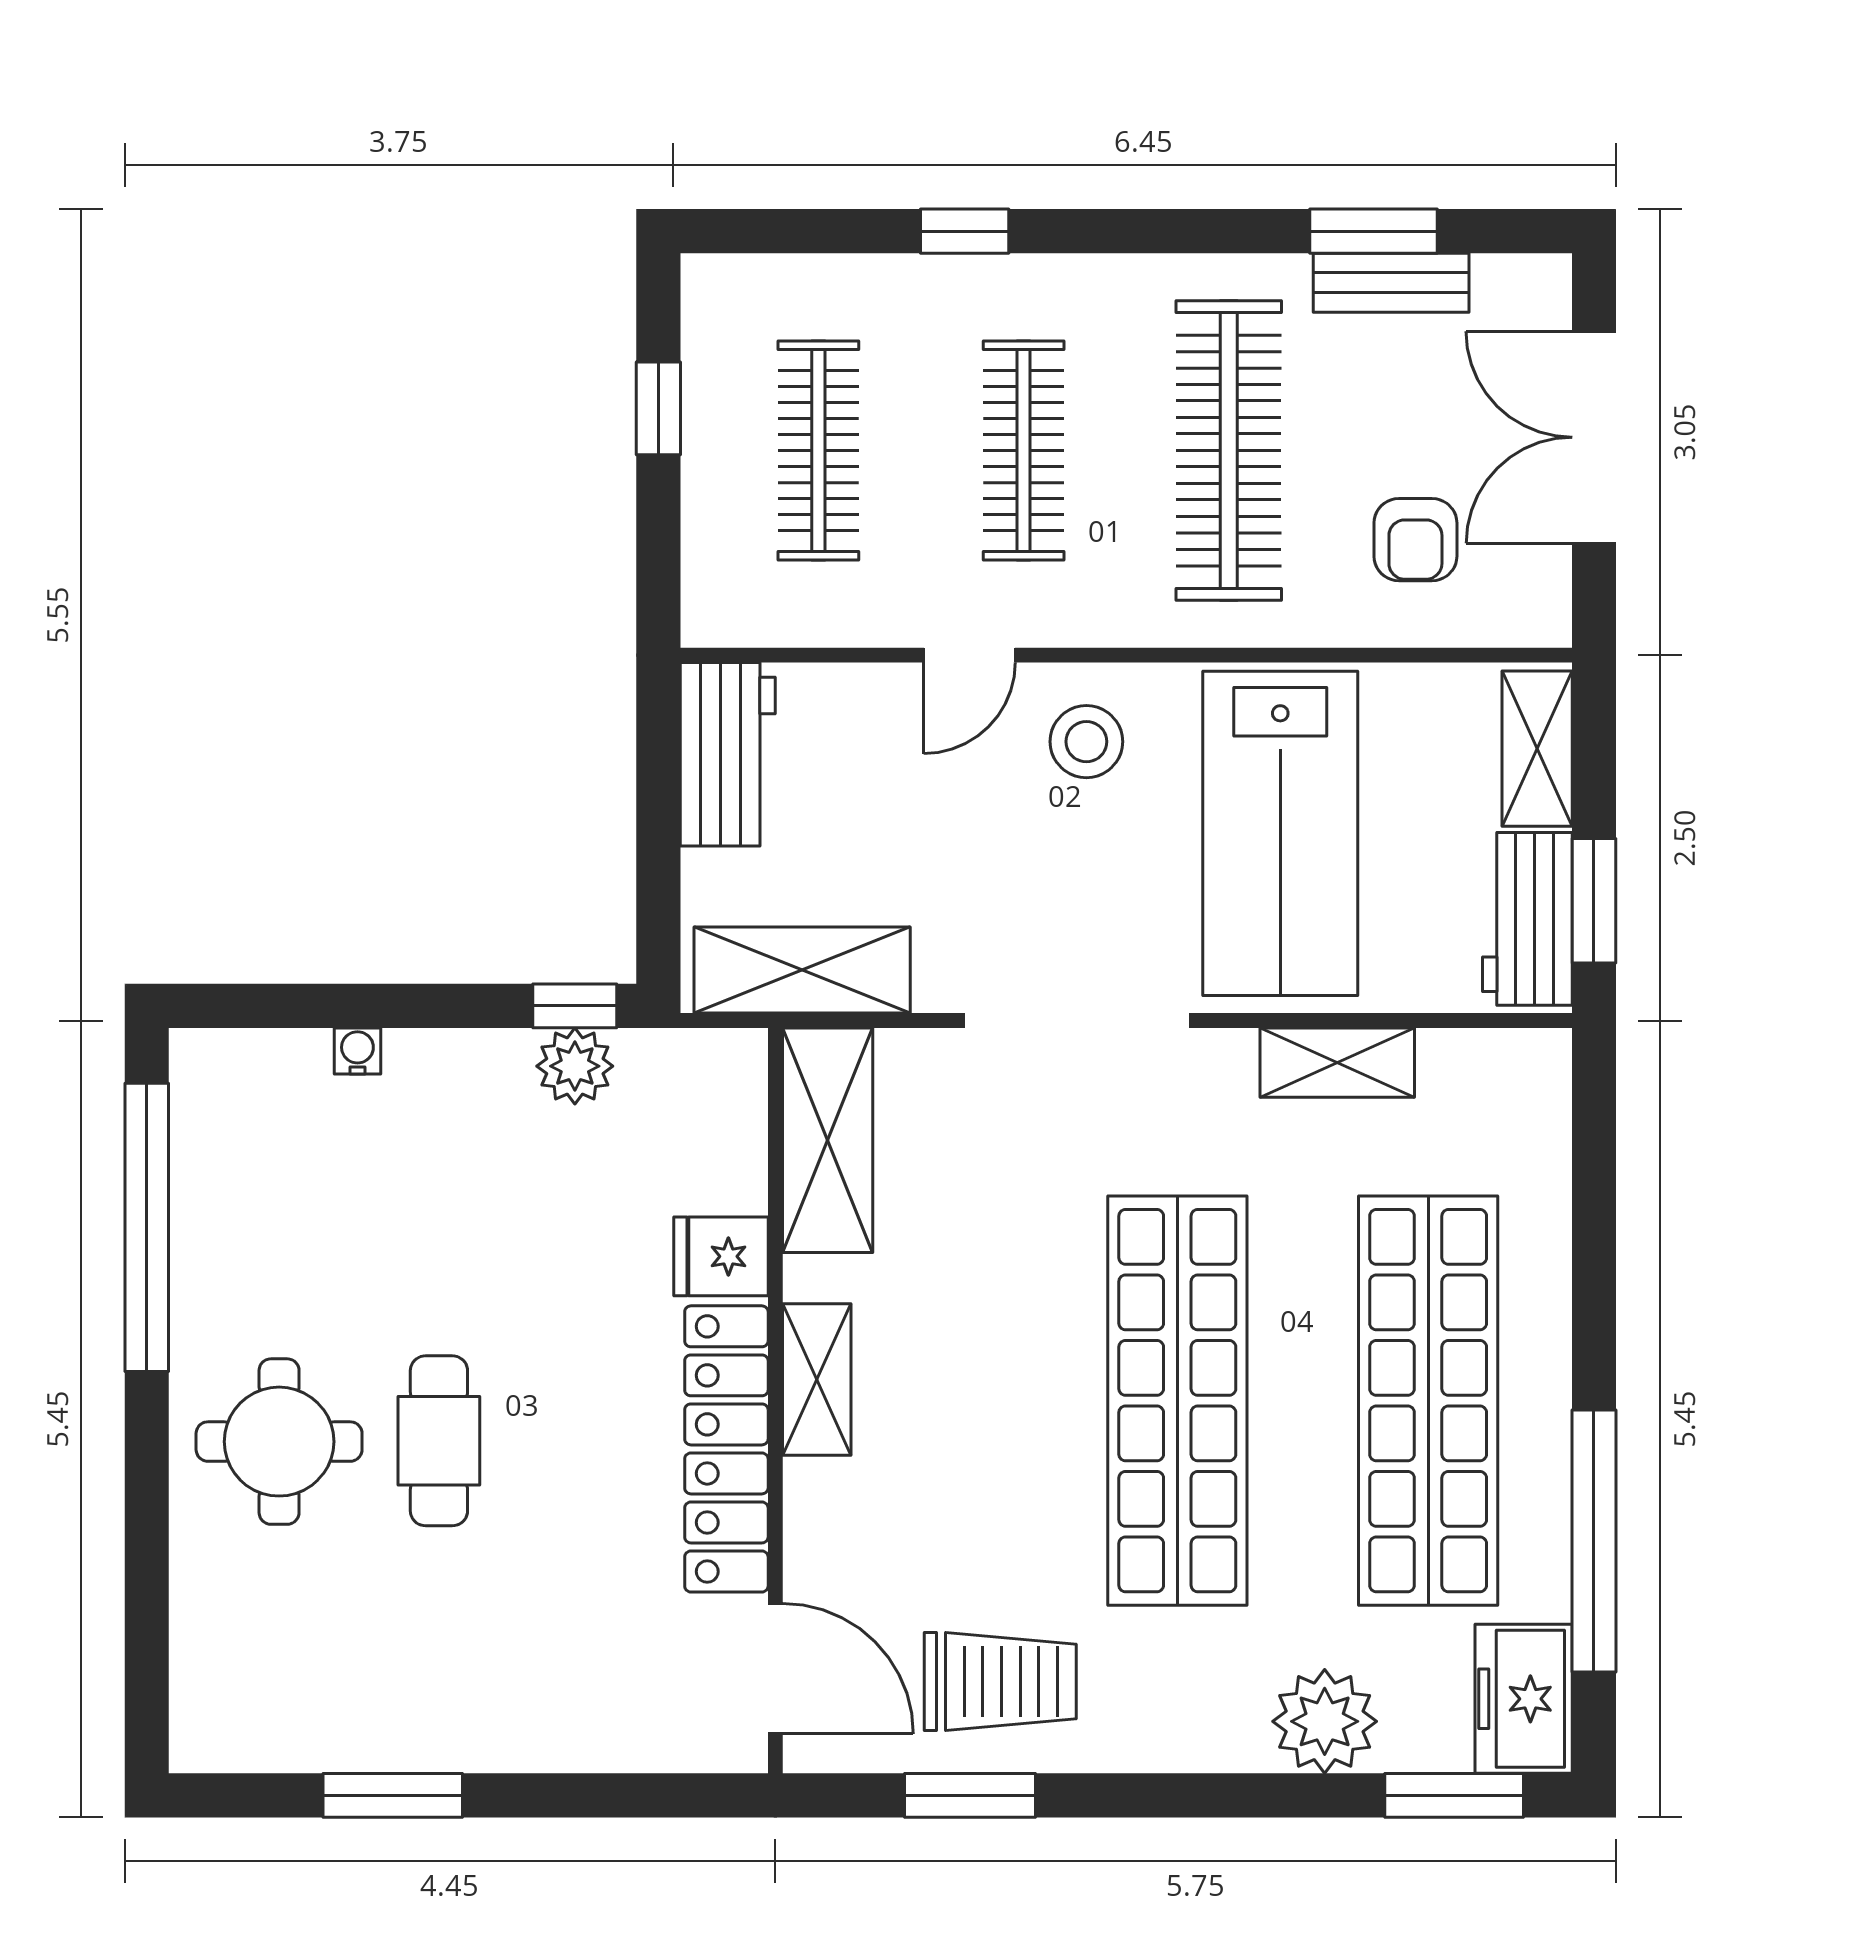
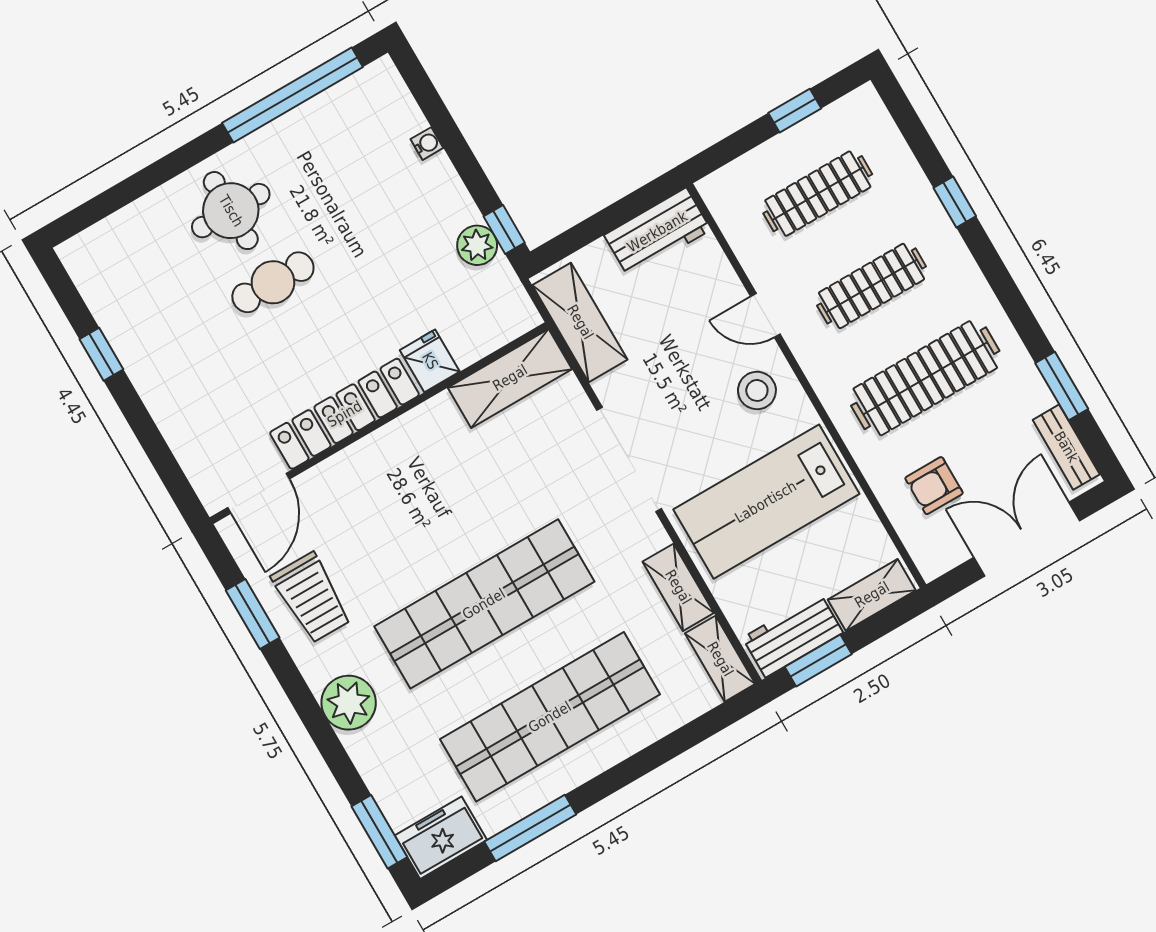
bench: (1391, 283) -> (1066, 447), moved
shelving: (817, 1380) -> (720, 659), moved, turned 90
window: (1594, 1541) -> (530, 828), width x0.68
plant: (1325, 1721) -> (349, 703), moved
window: (393, 1795) -> (101, 354), width x0.67

